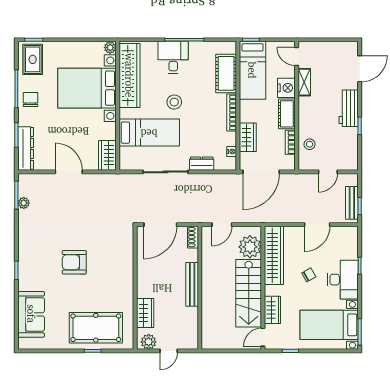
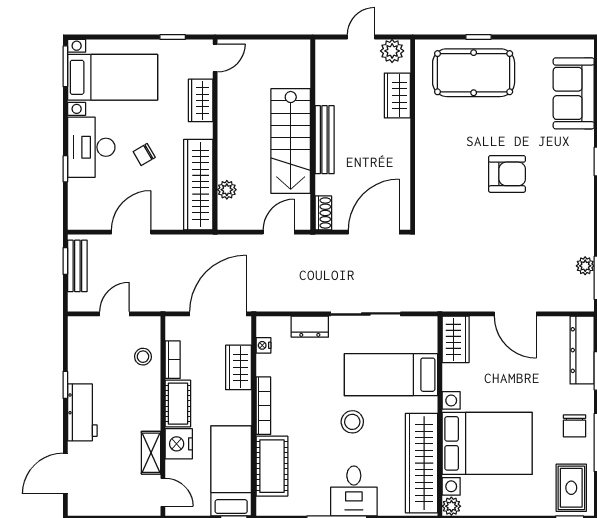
plant: (250, 247) -> (227, 190), width x0.53, depth x0.53
stairs: (249, 293) -> (291, 141), moved, turned 180

